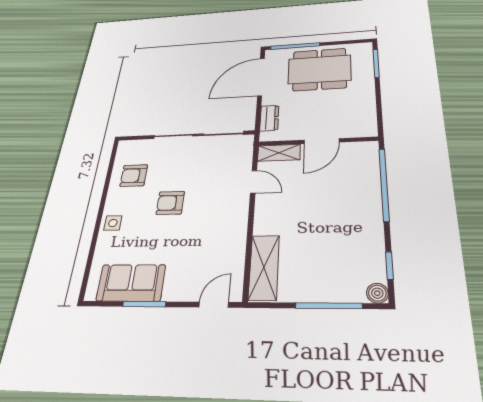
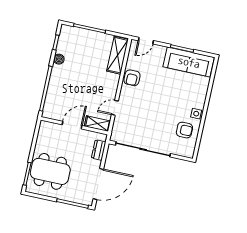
dining table: (319, 69) -> (50, 171), moved
door: (254, 182) -> (115, 108), hinge flipped
armchair: (170, 203) -> (132, 78), moved, turned 90
side table: (113, 223) -> (196, 114), moved
sofa: (131, 283) -> (189, 62), width x1.36
boiler: (377, 293) -> (59, 59), moved

